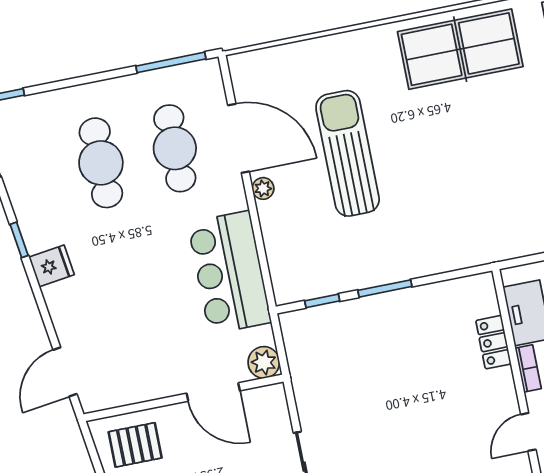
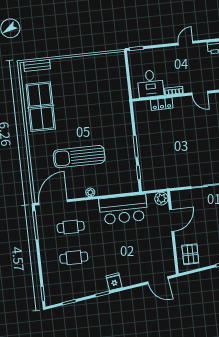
door: (239, 138) -> (53, 202), moved
cafe table: (175, 148) -> (71, 227), width x0.73, depth x0.74
cafe table: (101, 163) -> (74, 258), width x0.73, depth x0.74

